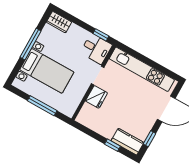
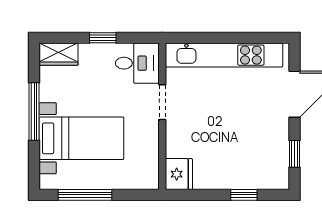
window: (101, 35) -> (103, 38), moved
fridge: (97, 97) -> (179, 174), moved
window: (42, 106) -> (85, 195), moved
kitchen counter: (127, 142) -> (264, 177), removed

